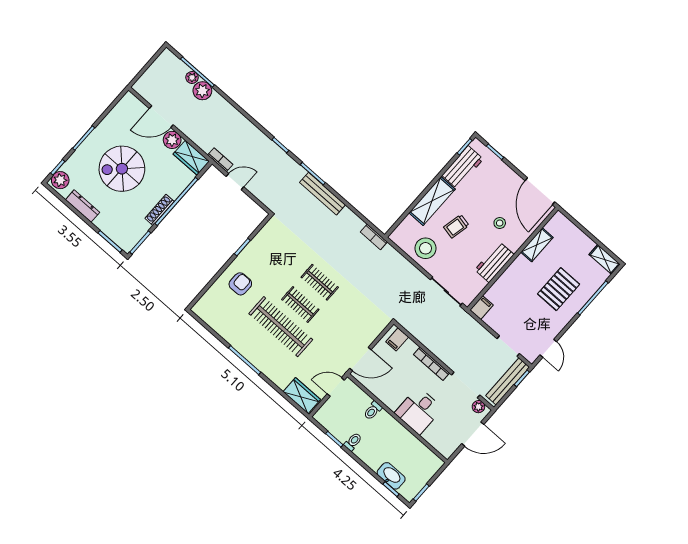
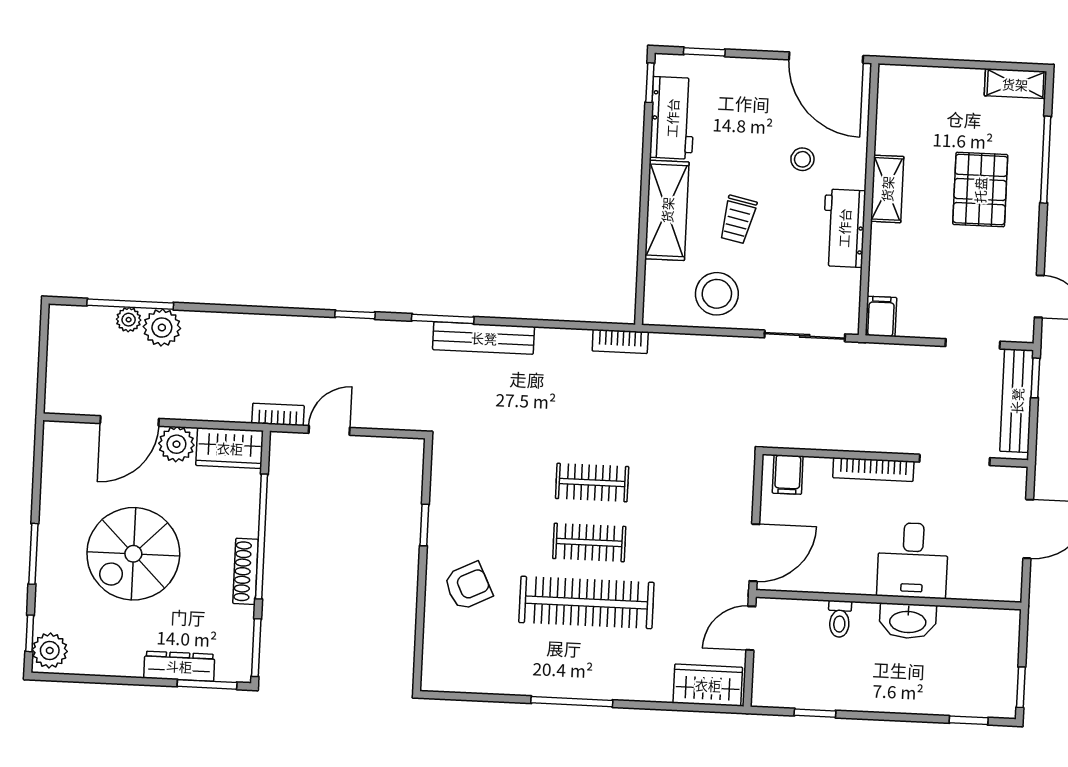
dresser: (83, 206) -> (179, 666), moved
shelving: (537, 245) -> (887, 189), moved
armchair: (240, 284) -> (468, 586), turned 64
plant: (478, 407) -> (1002, 478), removed
toilet: (353, 442) -> (848, 693), removed
washbasin: (391, 476) -> (908, 621), moved, turned 180

